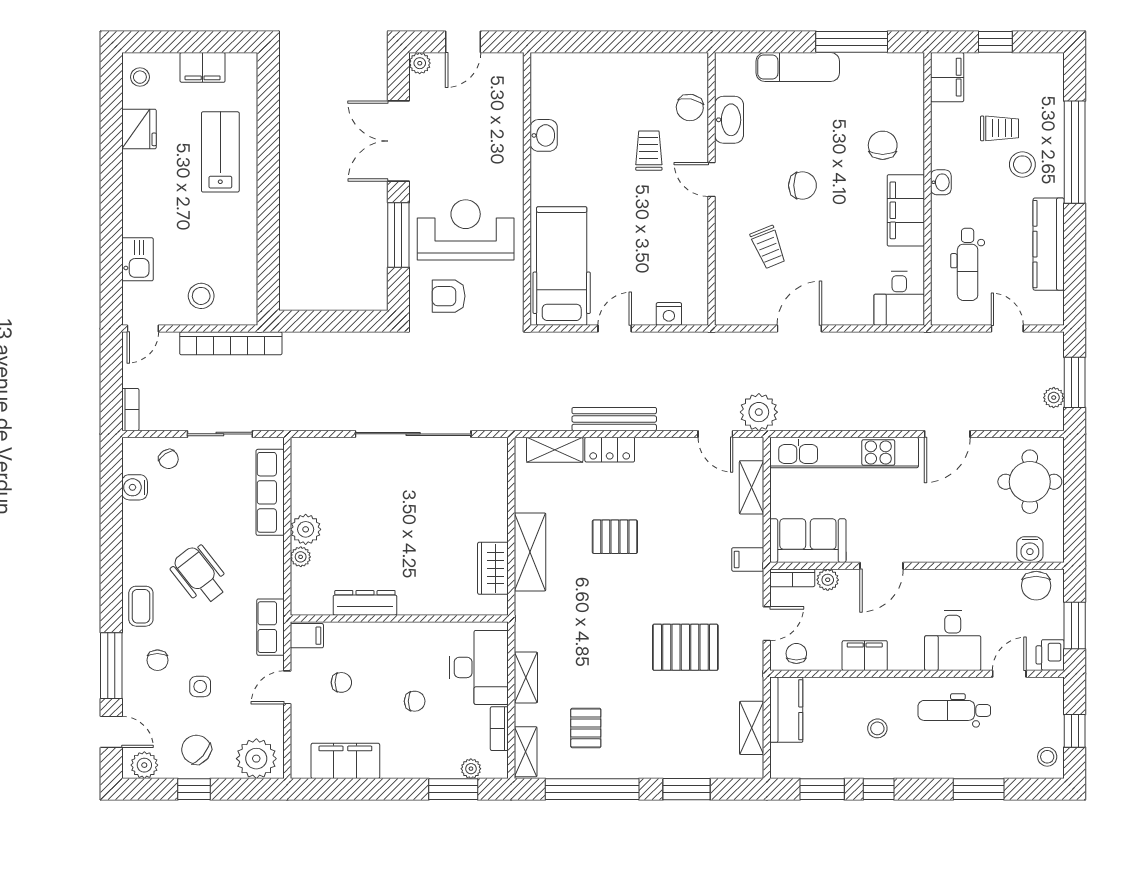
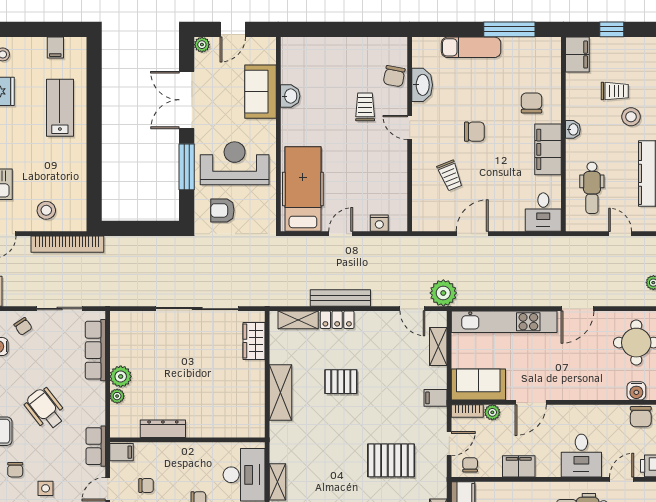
filing cabinet: (203, 67) -> (55, 48), width x0.50
sofa: (502, 129) -> (261, 92), added
wardrobe: (493, 568) -> (254, 341), moved

